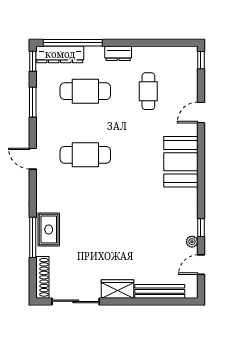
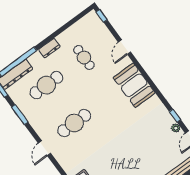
door: (33, 159) -> (45, 148), hinge flipped

